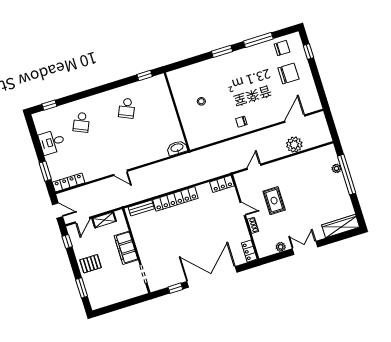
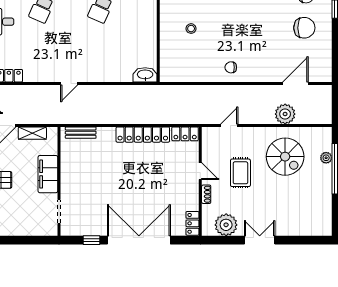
door: (121, 173) -> (69, 83), hinge flipped
spiral stairs: (305, 177) -> (285, 157), added
locker: (175, 199) -> (143, 135), moved
wardrobe: (341, 226) -> (310, 227), removed
plant: (281, 247) -> (226, 225), width x1.87, depth x1.87

